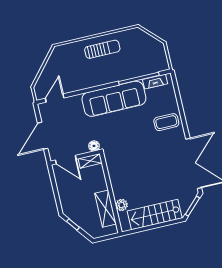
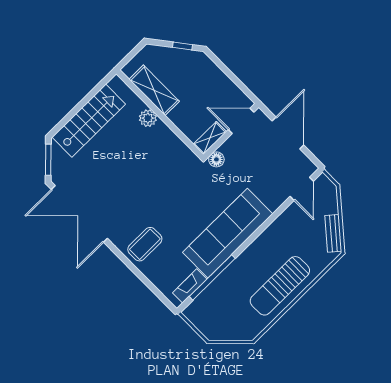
sun lounger: (102, 49) -> (280, 286), width x1.36, depth x1.34
bench: (52, 61) -> (333, 233), added
plant: (122, 205) -> (148, 118), moved

